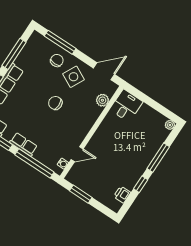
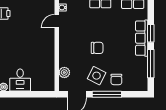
window: (60, 42) -> (107, 94), moved
desk: (126, 106) -> (20, 80), moved

